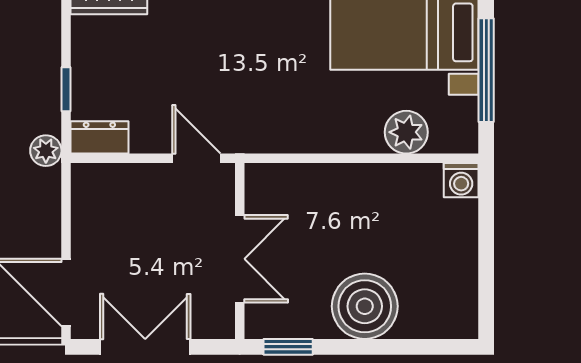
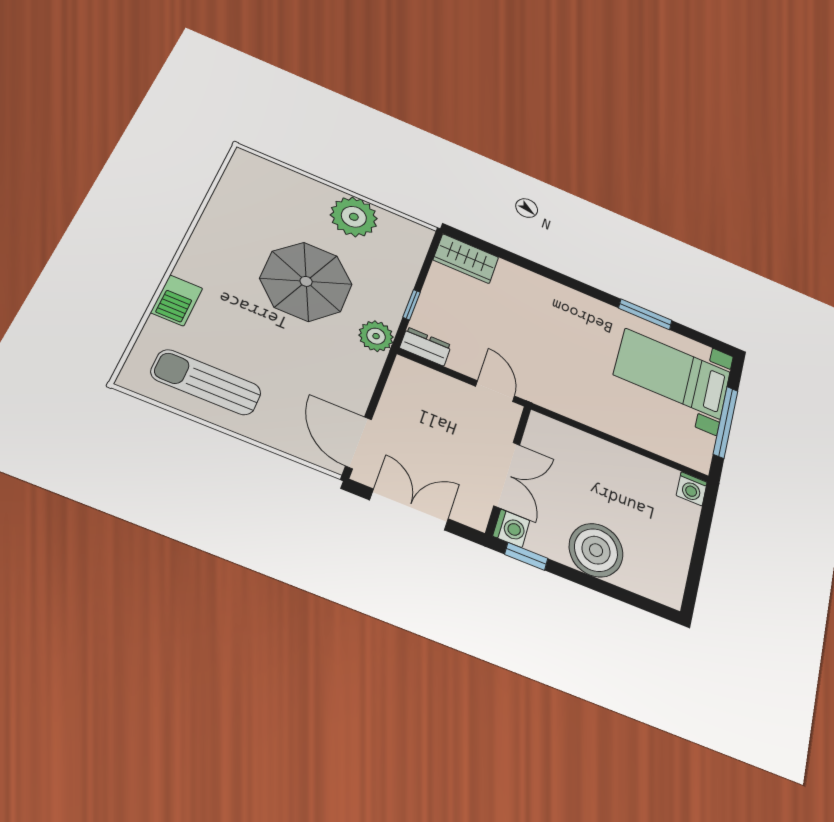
plant: (406, 132) -> (658, 439), removed
plant: (46, 151) -> (376, 336), width x1.38, depth x1.38
washing machine: (262, 321) -> (511, 528), added

